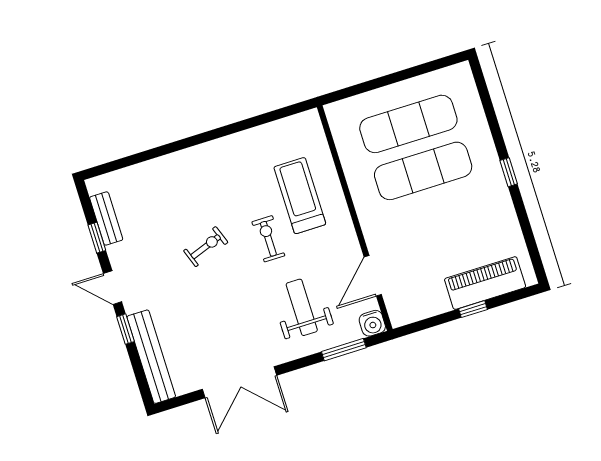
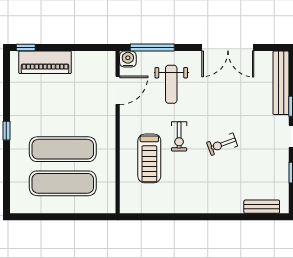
bench: (106, 218) -> (262, 207), moved, turned 90
window: (473, 309) -> (26, 48), moved
window: (344, 350) -> (152, 48), width x1.44
double door: (240, 382) -> (228, 48), swing flipped

